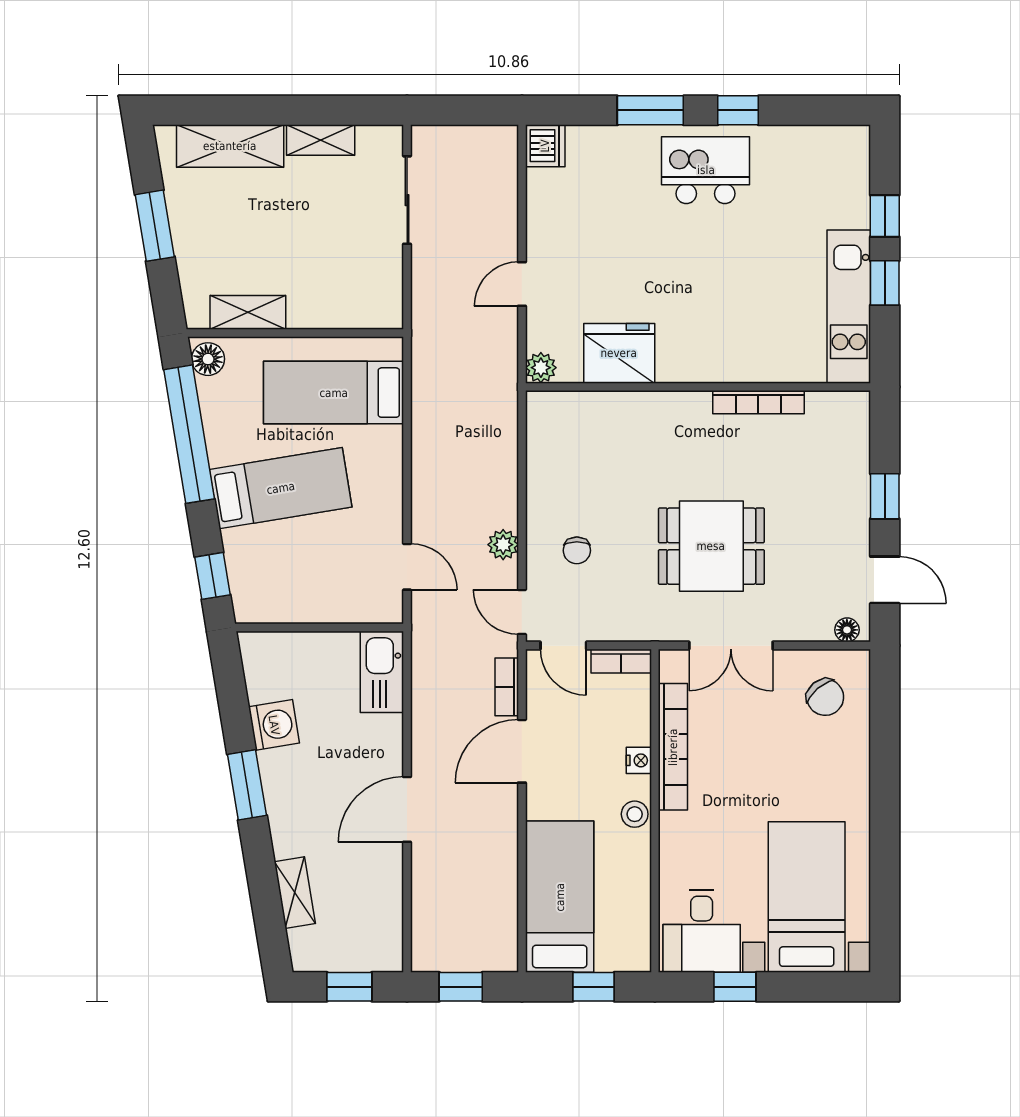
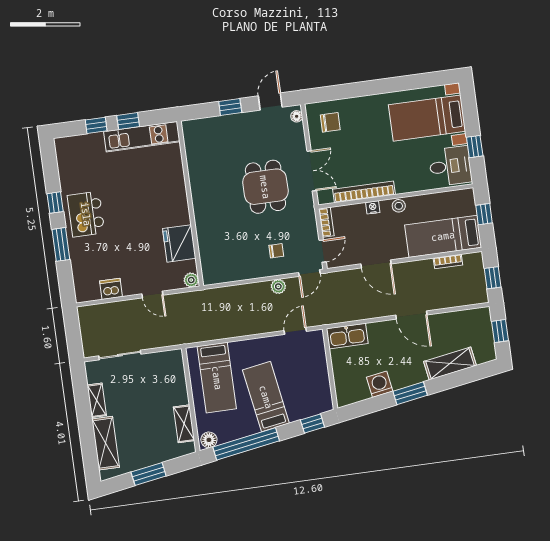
dishwasher: (545, 146) -> (111, 289), moved
bookcase: (758, 402) -> (193, 174), removed
bookcase: (507, 687) -> (448, 261), moved
chair: (825, 697) -> (330, 122), turned 40
shelving: (295, 893) -> (450, 363), width x1.50, depth x1.33

